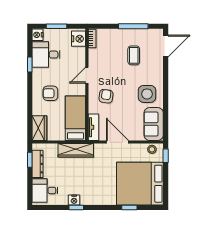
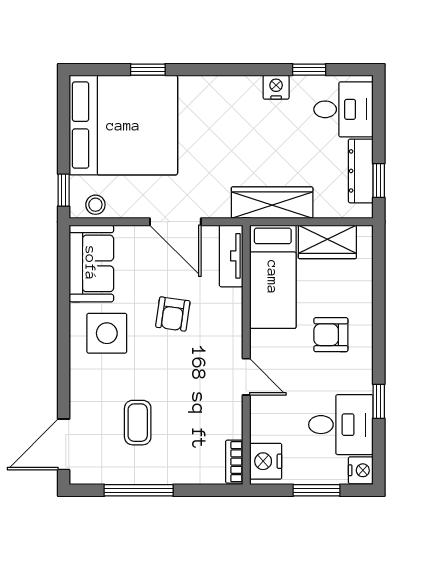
door: (87, 75) -> (246, 377), hinge flipped
armchair: (50, 93) -> (331, 335), turned 180
armchair: (106, 96) -> (173, 314), moved
wardrobe: (39, 128) -> (327, 242), moved, turned -90
window: (76, 208) -> (309, 70), moved

